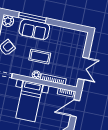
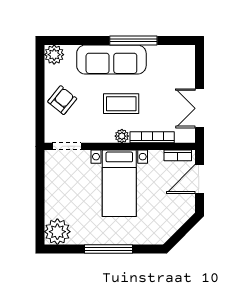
window: (32, 18) -> (133, 40), moved
sofa: (34, 29) -> (111, 60), width x1.36
double door: (83, 69) -> (200, 108), swing flipped

